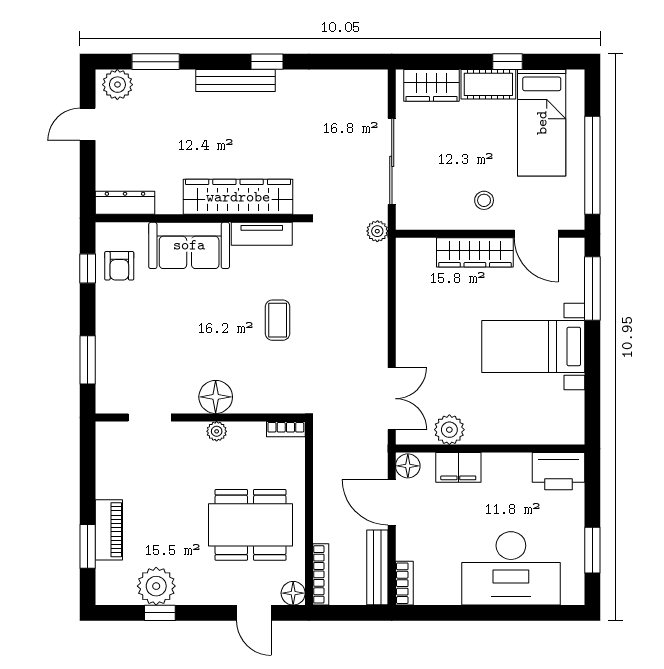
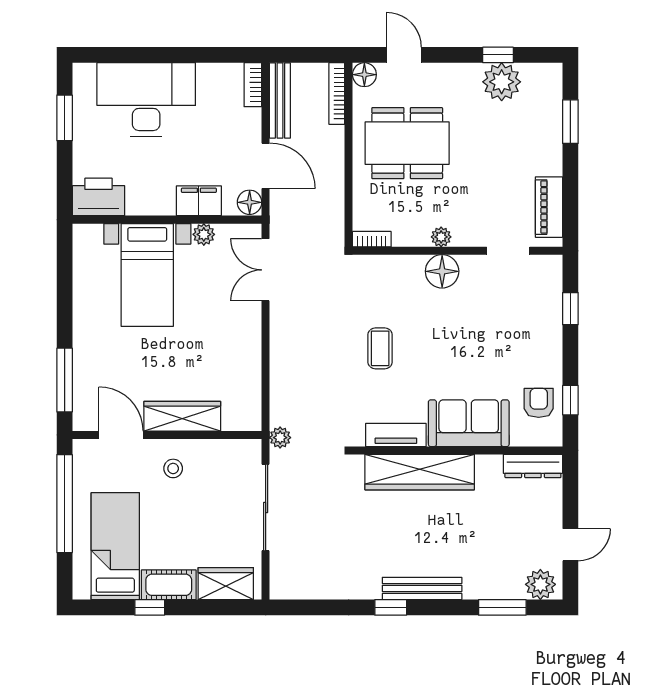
bed with nightstands: (533, 346) -> (147, 275), moved, turned 90
window: (88, 360) -> (570, 309), width x0.67
plant: (449, 430) -> (204, 234), width x0.73, depth x0.73
piano: (109, 530) -> (549, 207), moved

